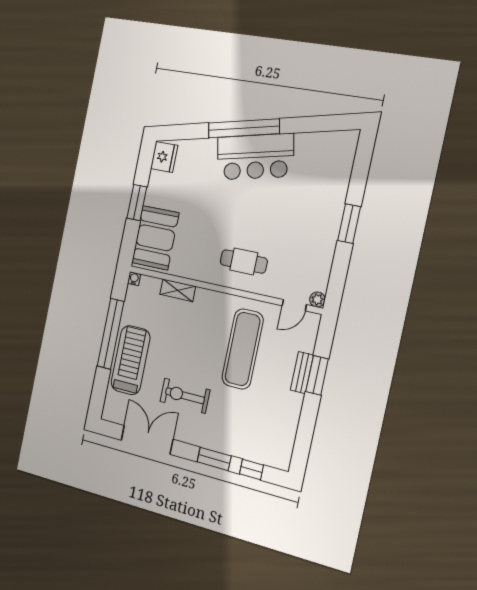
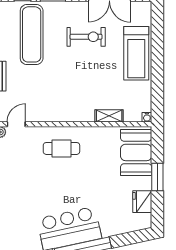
fridge: (164, 157) -> (142, 202), moved
window: (111, 334) -> (157, 70), removed
exercise mat: (243, 349) -> (32, 34), moved

